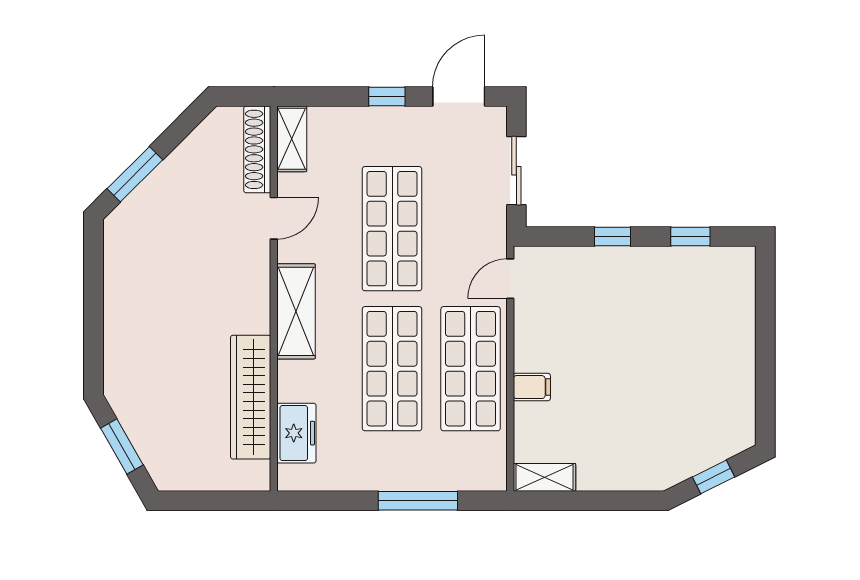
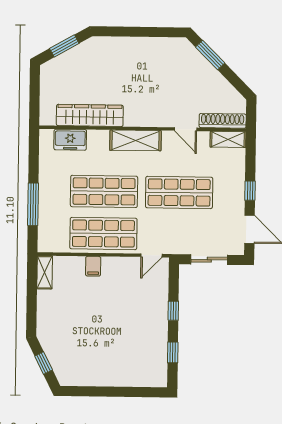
door: (510, 279) -> (151, 255), swing flipped

